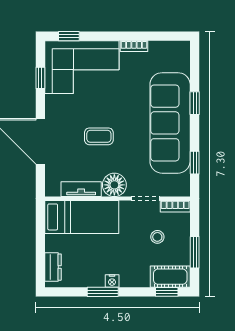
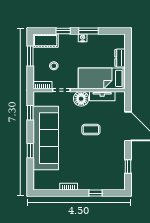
window: (69, 36) -> (96, 193), moved
corner sofa: (82, 67) -> (102, 173), removed
dresser: (53, 267) -> (120, 58), moved
window: (167, 292) -> (63, 31), moved

